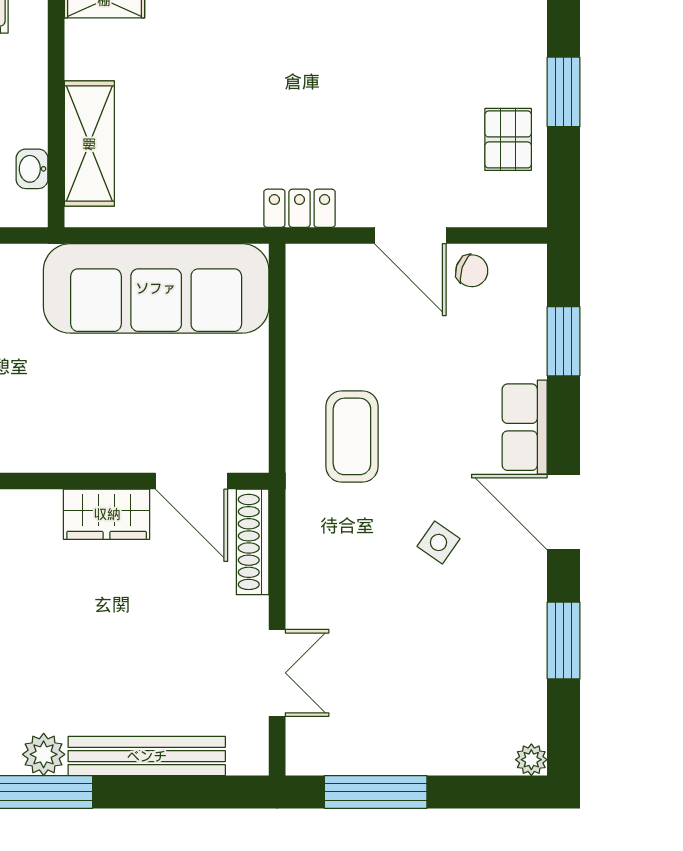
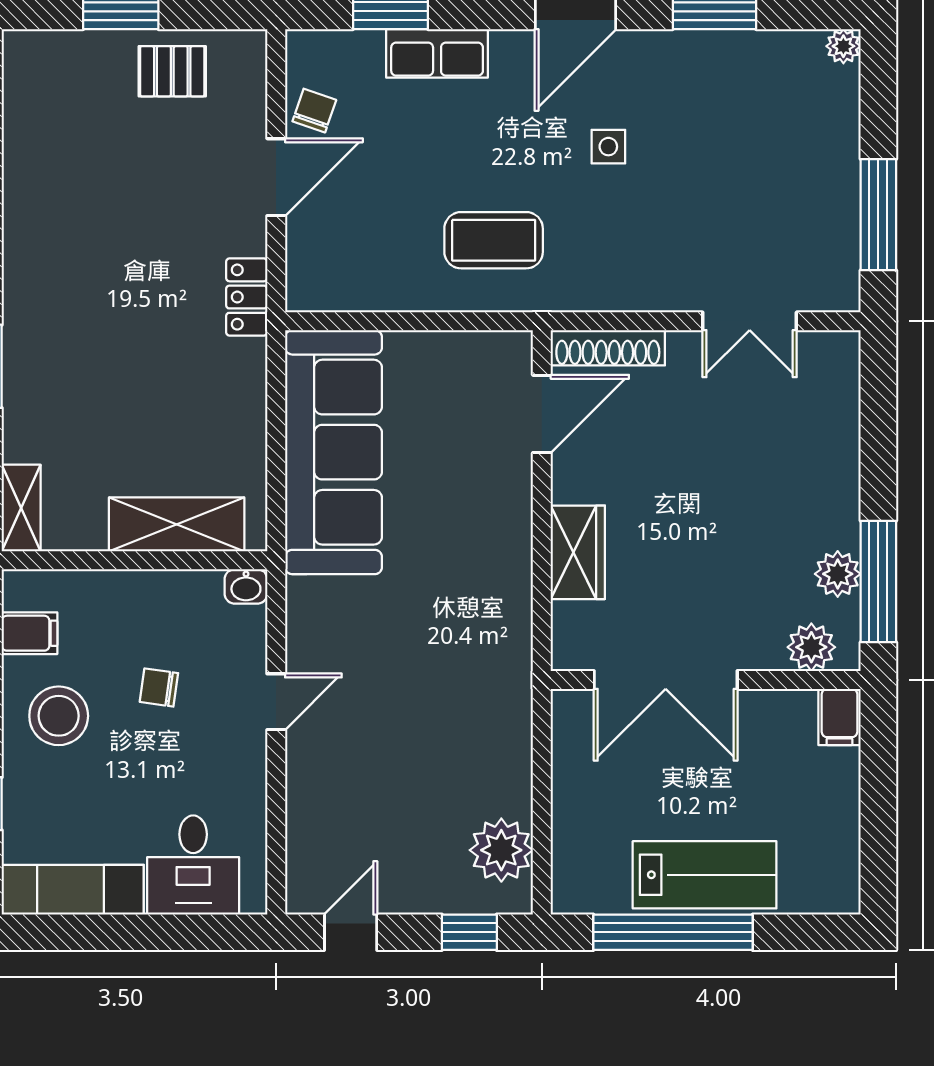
washbasin: (32, 169) -> (246, 586), moved
row of seats: (525, 427) -> (437, 53), moved
wardrobe: (107, 514) -> (578, 552), moved
side table: (438, 542) -> (608, 147), turned -35
double door: (277, 673) -> (750, 321), swing flipped
bench: (147, 756) -> (839, 462), removed

